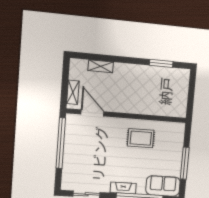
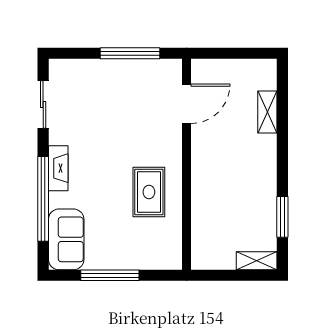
shelving: (73, 92) -> (257, 261), moved
window: (61, 143) -> (130, 53), width x0.68

